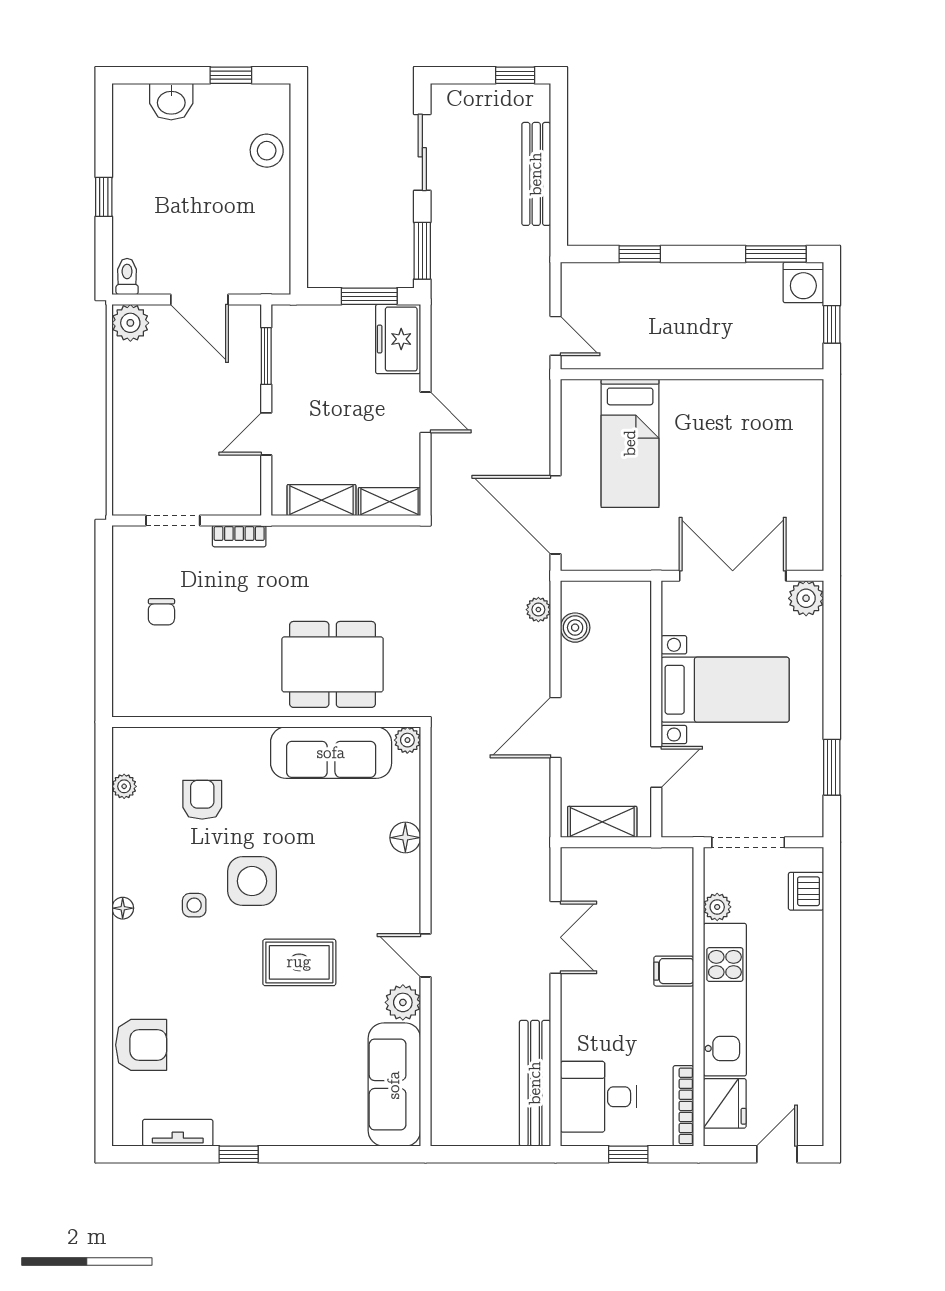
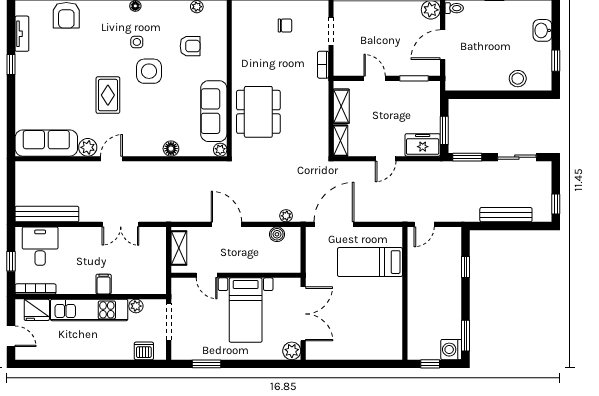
chair: (161, 612) -> (285, 25), turned 180

